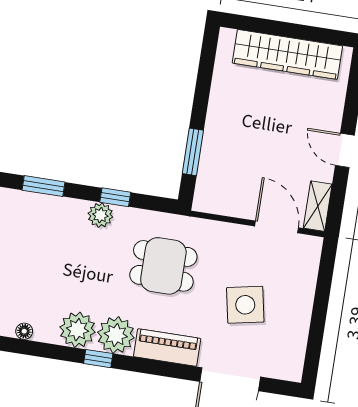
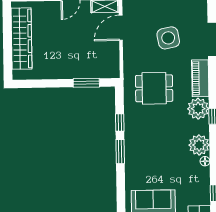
window: (43, 186) -> (120, 152), moved
plant: (100, 215) -> (131, 129), removed
dining table: (163, 266) -> (154, 88), turned 90
plant: (77, 330) -> (199, 145), moved

